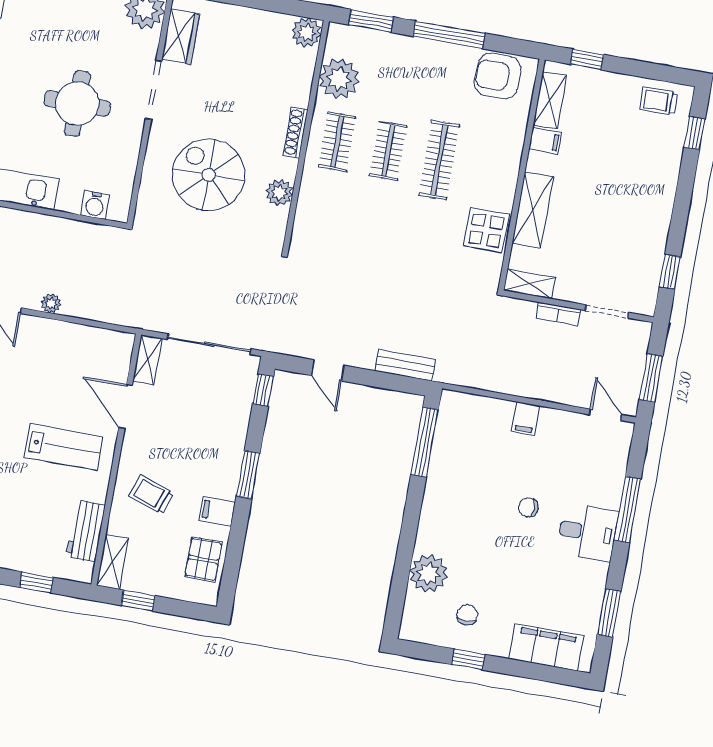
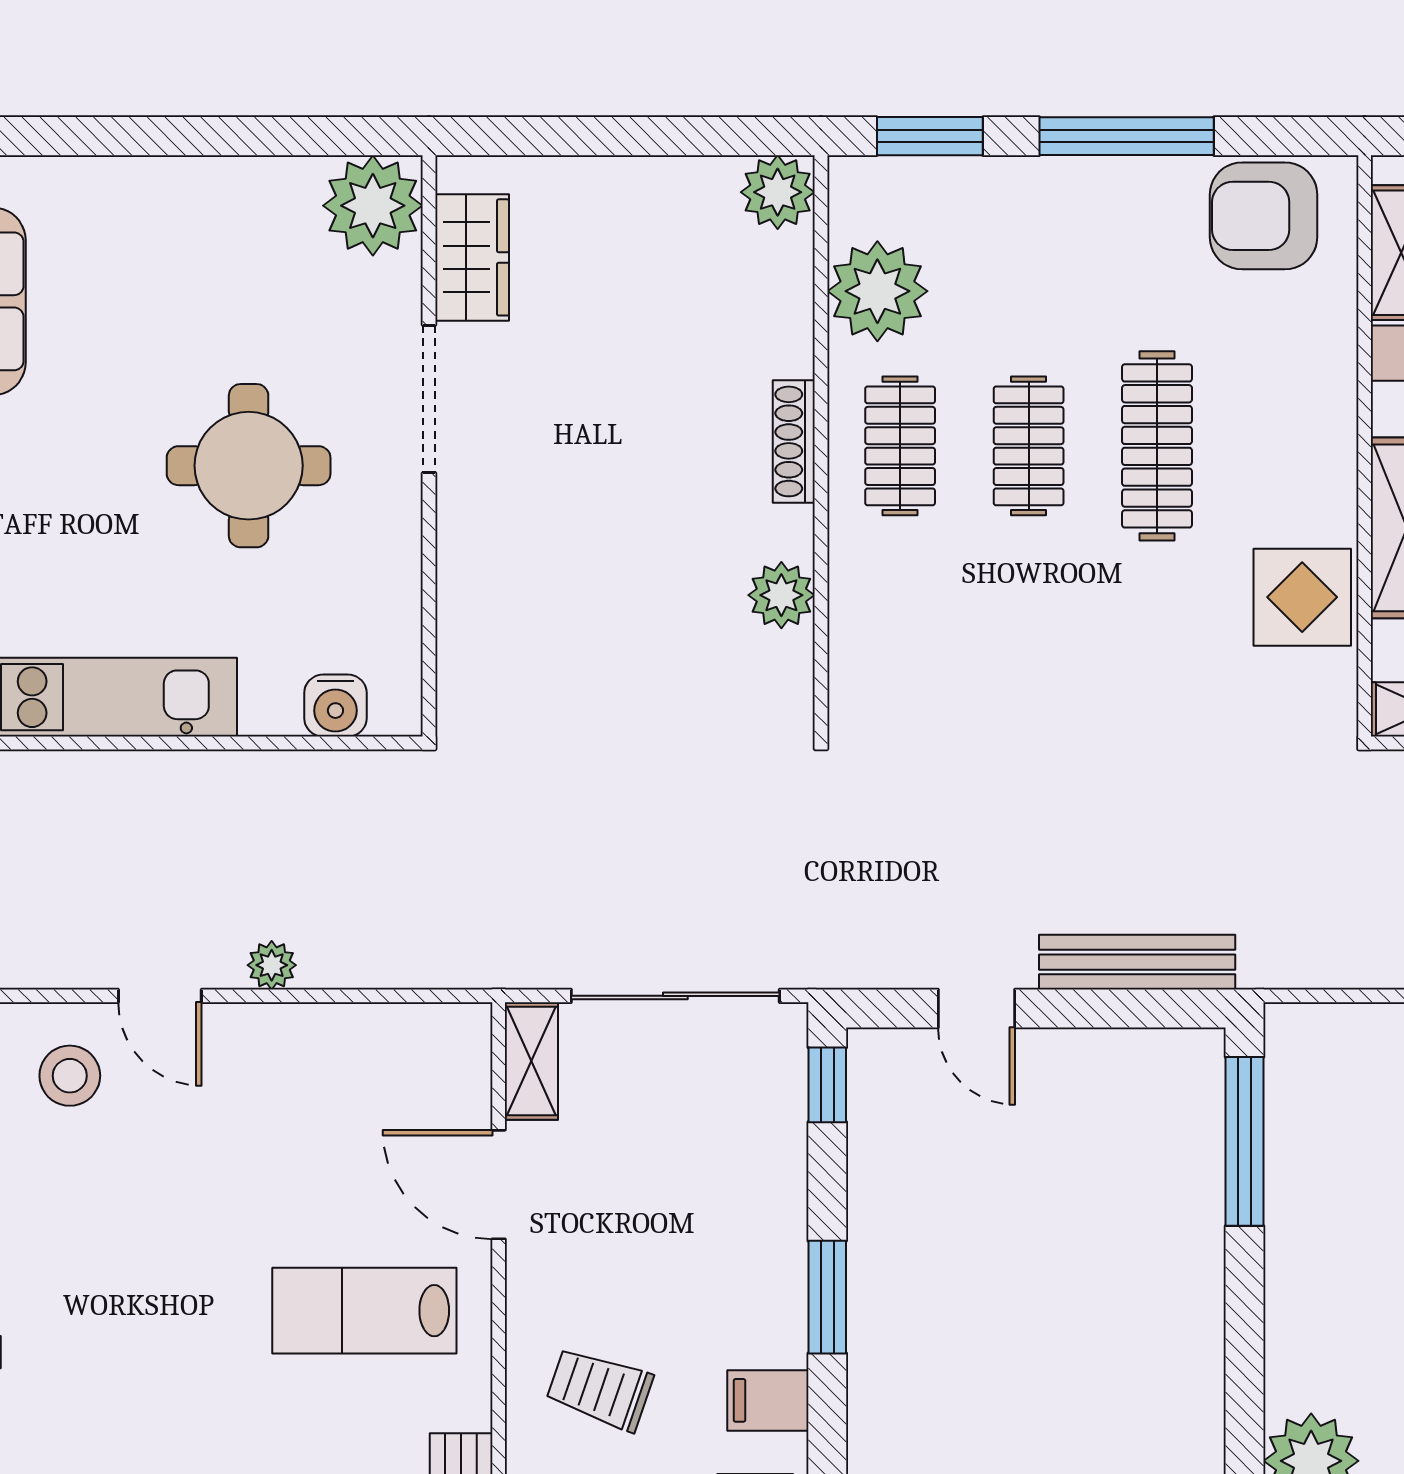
spiral stairs: (209, 175) -> (600, 583), removed
bench: (405, 365) -> (1137, 962), width x1.36
lab bench: (63, 447) -> (364, 1311), turned 180

